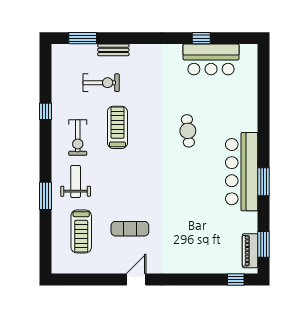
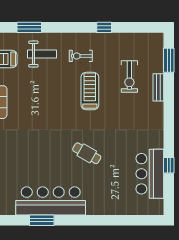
treadmill: (117, 127) -> (90, 91), turned -90
cafe table: (188, 131) -> (87, 153), turned 35
exercise bike: (78, 138) -> (81, 56), width x0.73, depth x0.72

